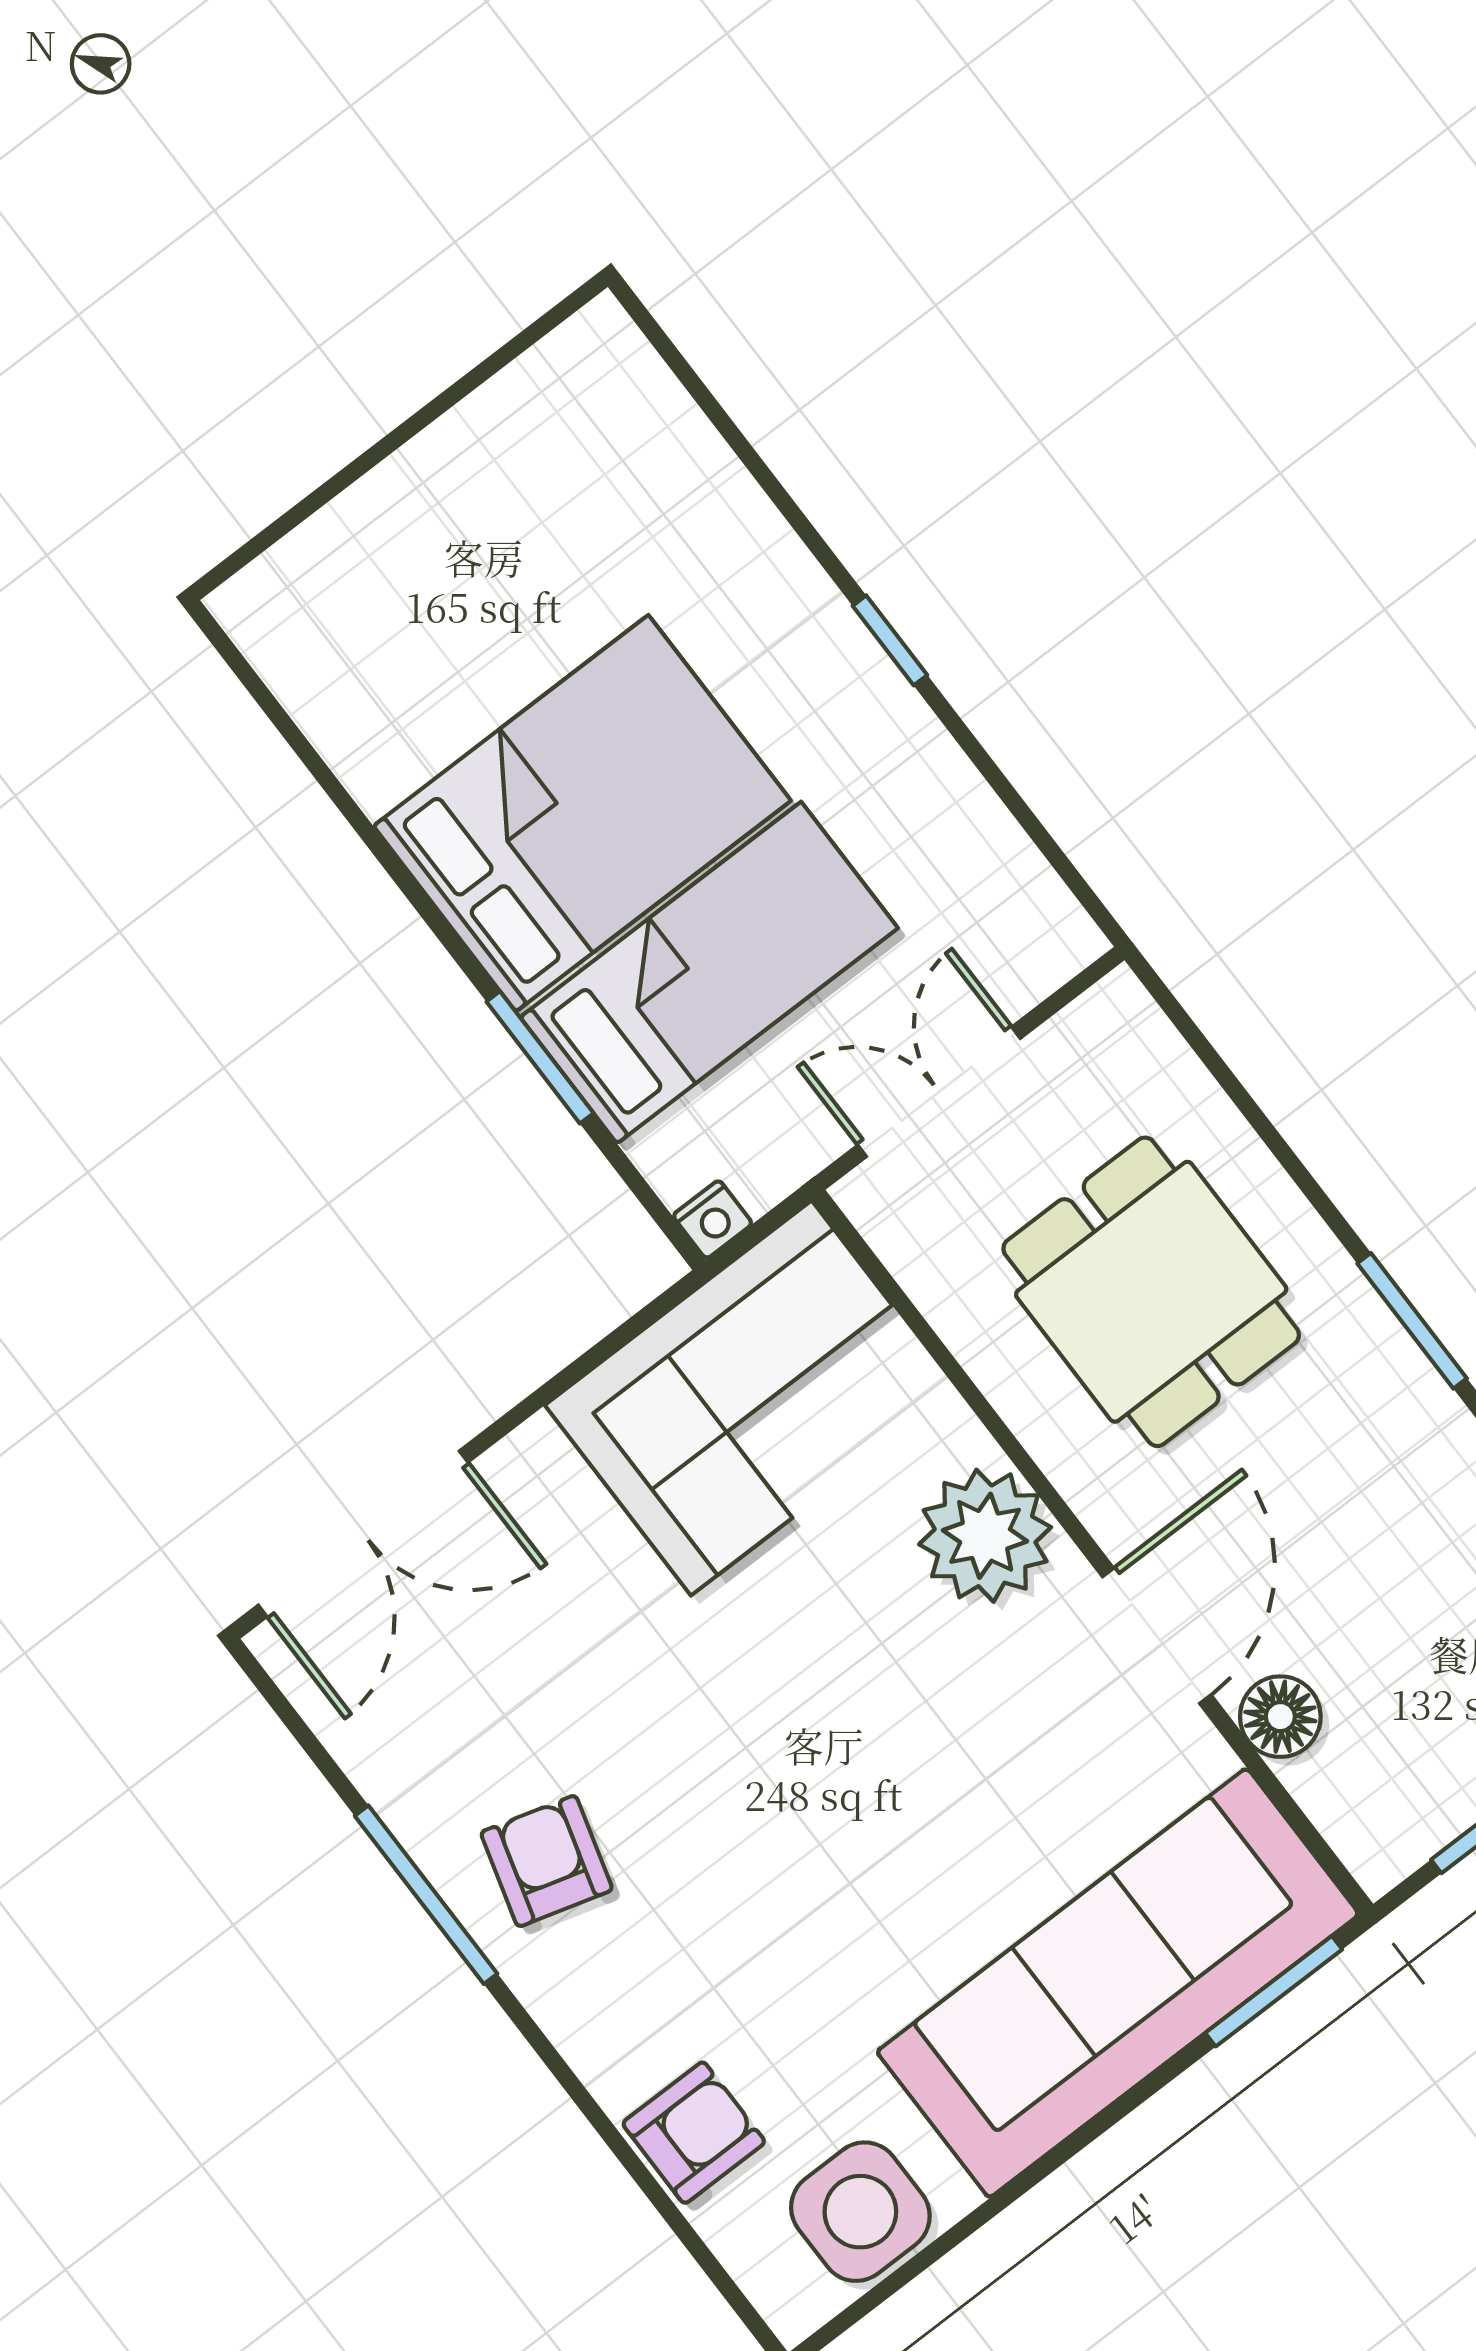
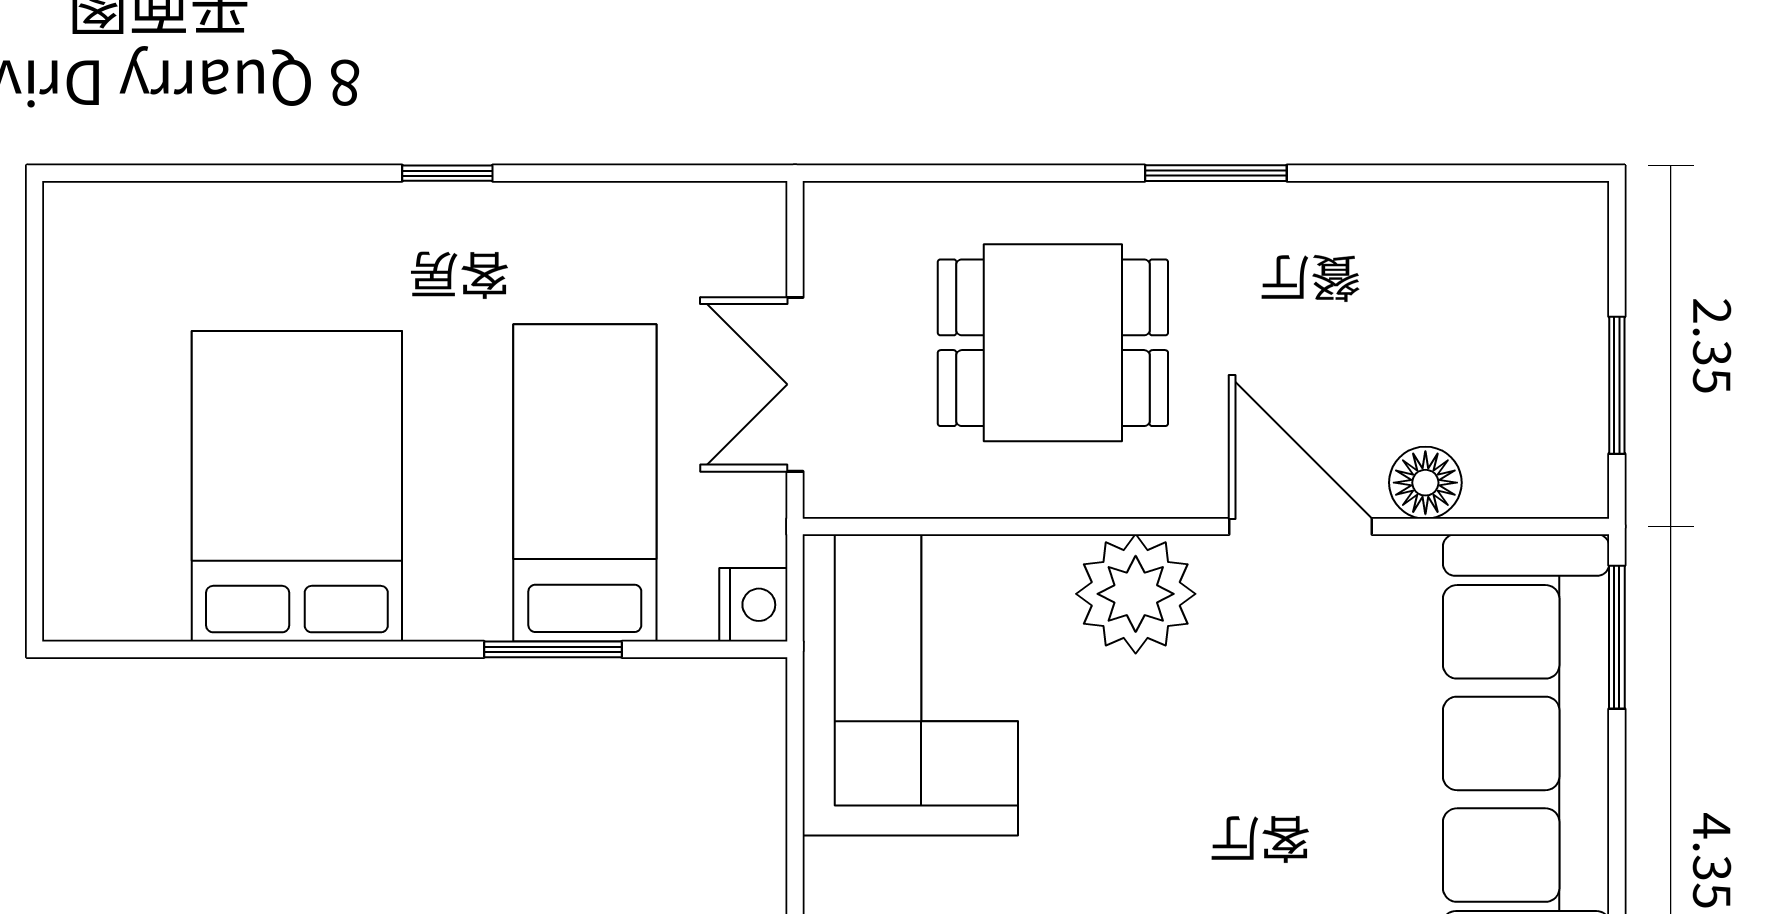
bed: (582, 813) -> (297, 486), moved
nightstand: (713, 1219) -> (753, 605), width x1.39, depth x1.35

